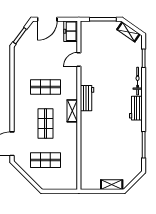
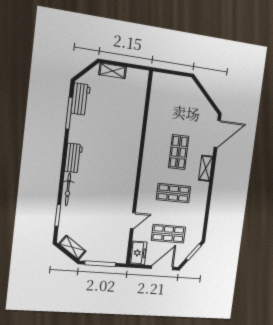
workbench: (87, 98) -> (81, 99), moved, turned 180
shelving: (72, 111) -> (206, 168), moved
shop shelf: (45, 160) -> (168, 234), moved

